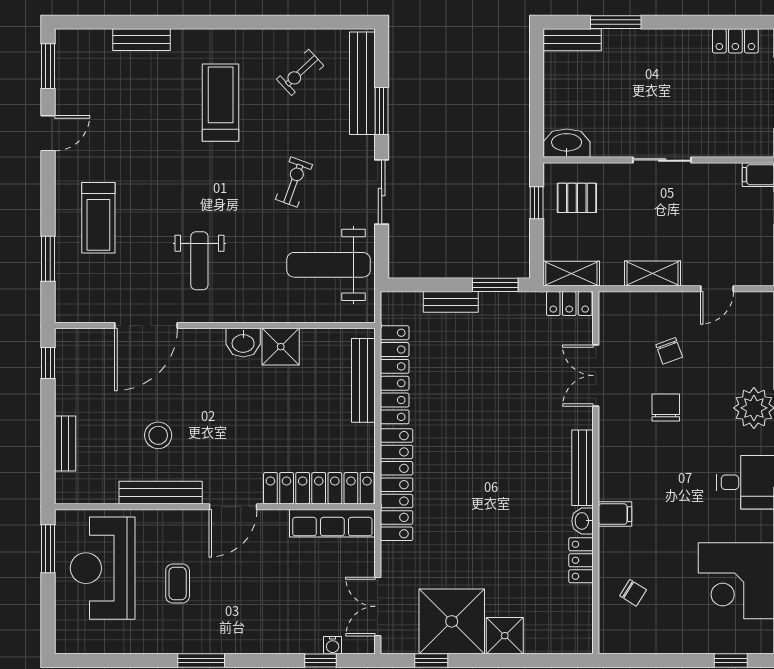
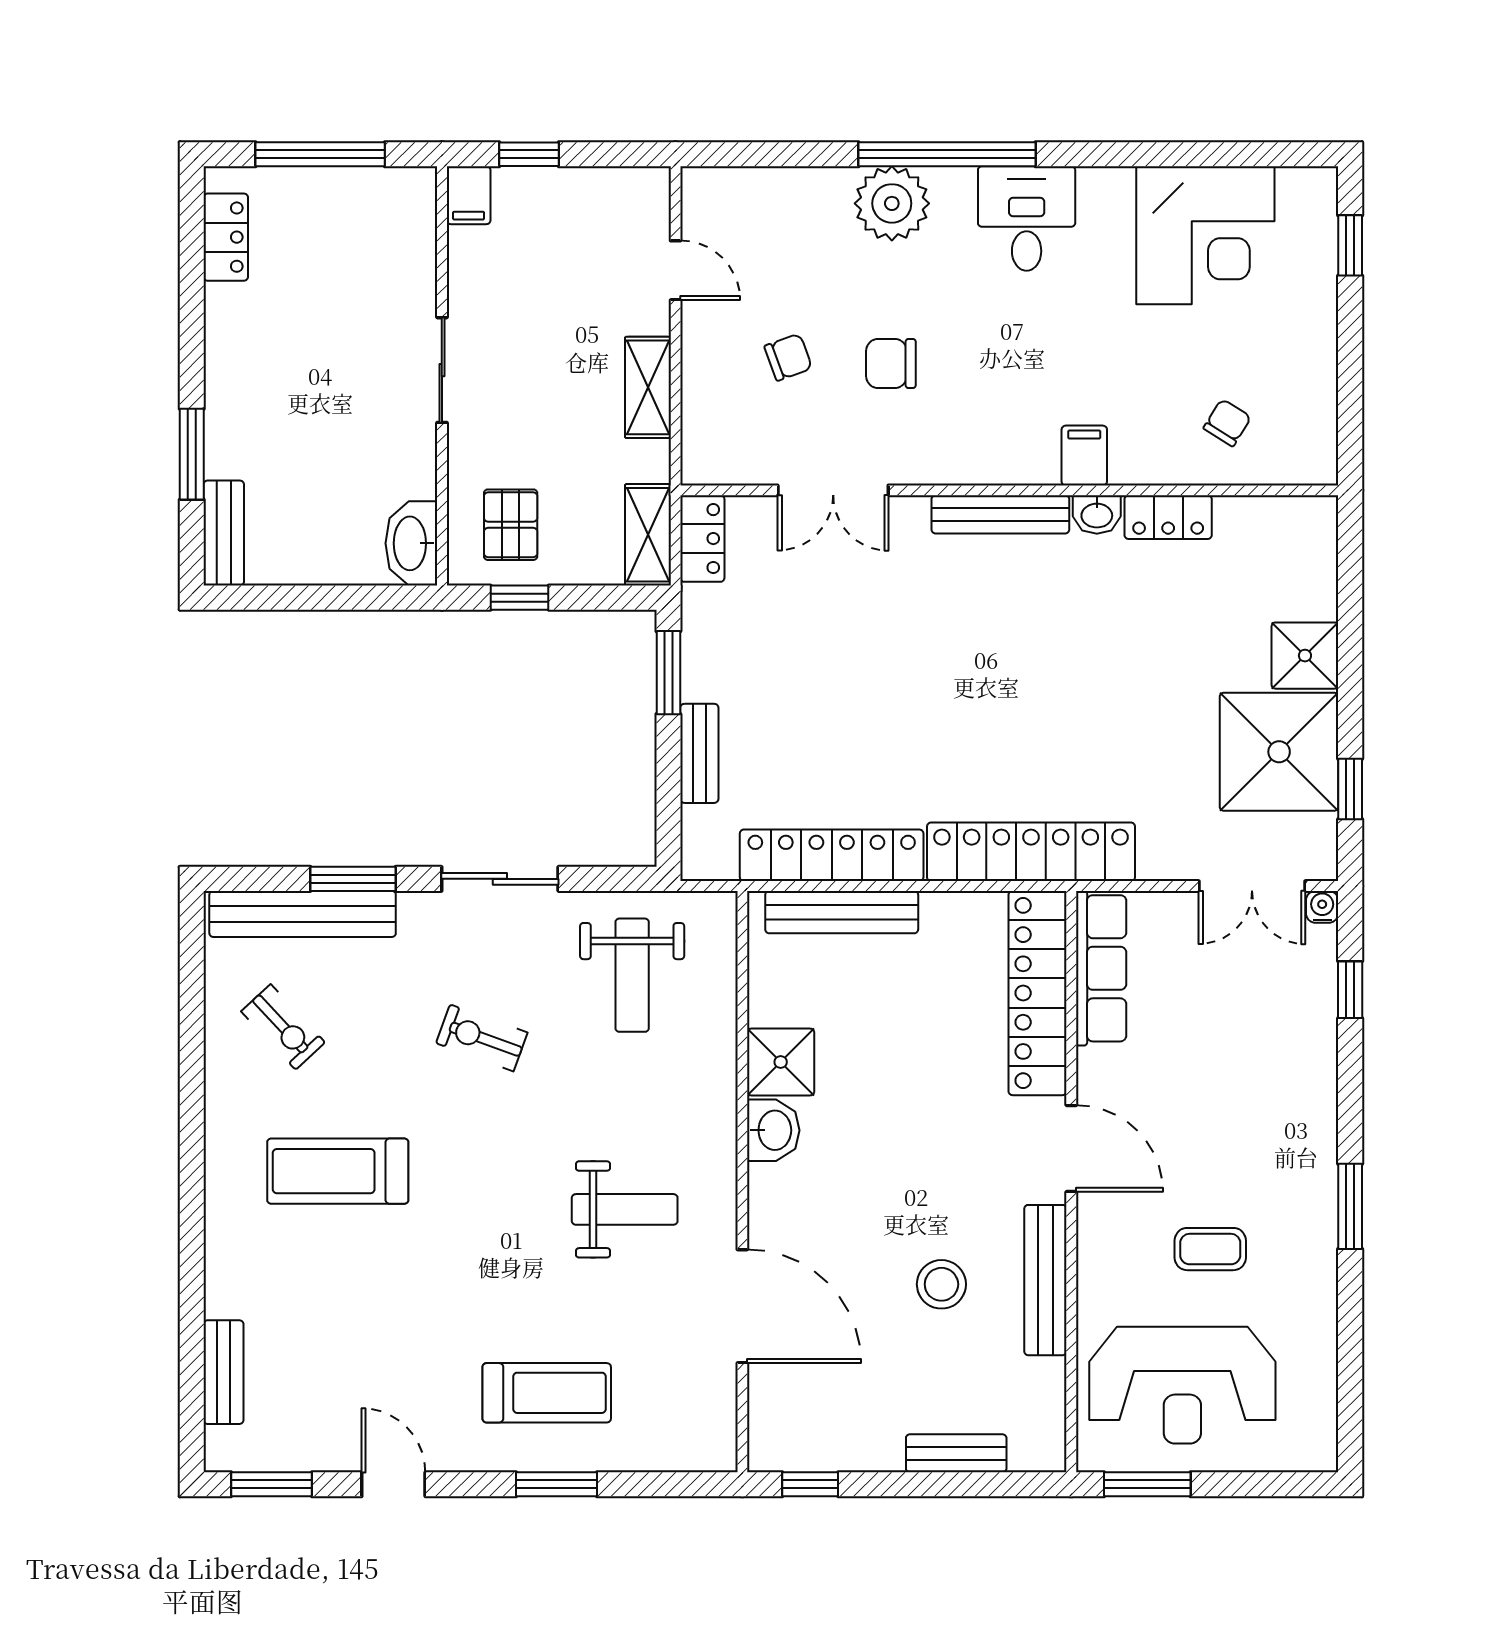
bench: (142, 40) -> (223, 1372), moved
window: (48, 259) -> (556, 1484), moved
weight bench: (329, 265) -> (632, 975), width x0.73, depth x0.75
water cooler: (333, 645) -> (1322, 907), moved, turned -90

